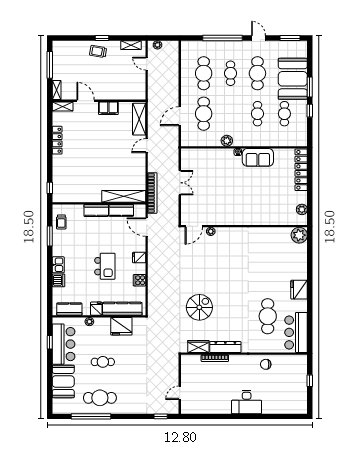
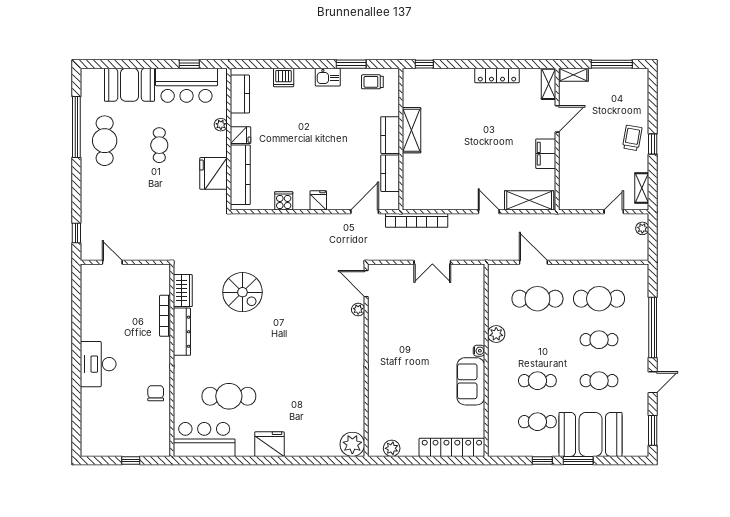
cafe table: (257, 73) -> (599, 381), width x0.73, depth x0.74
shelving: (124, 196) -> (412, 130), moved, width x0.68
kitchen sink: (58, 265) -> (328, 77), moved
kitchen island: (105, 266) -> (305, 148), removed

